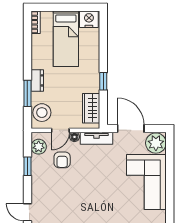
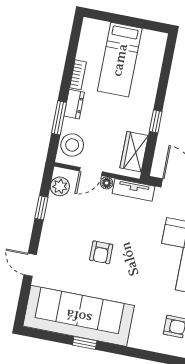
nightstand: (89, 19) -> (153, 41), removed
bookcase: (36, 22) -> (78, 75), moved
armchair: (62, 160) -> (101, 252), moved

